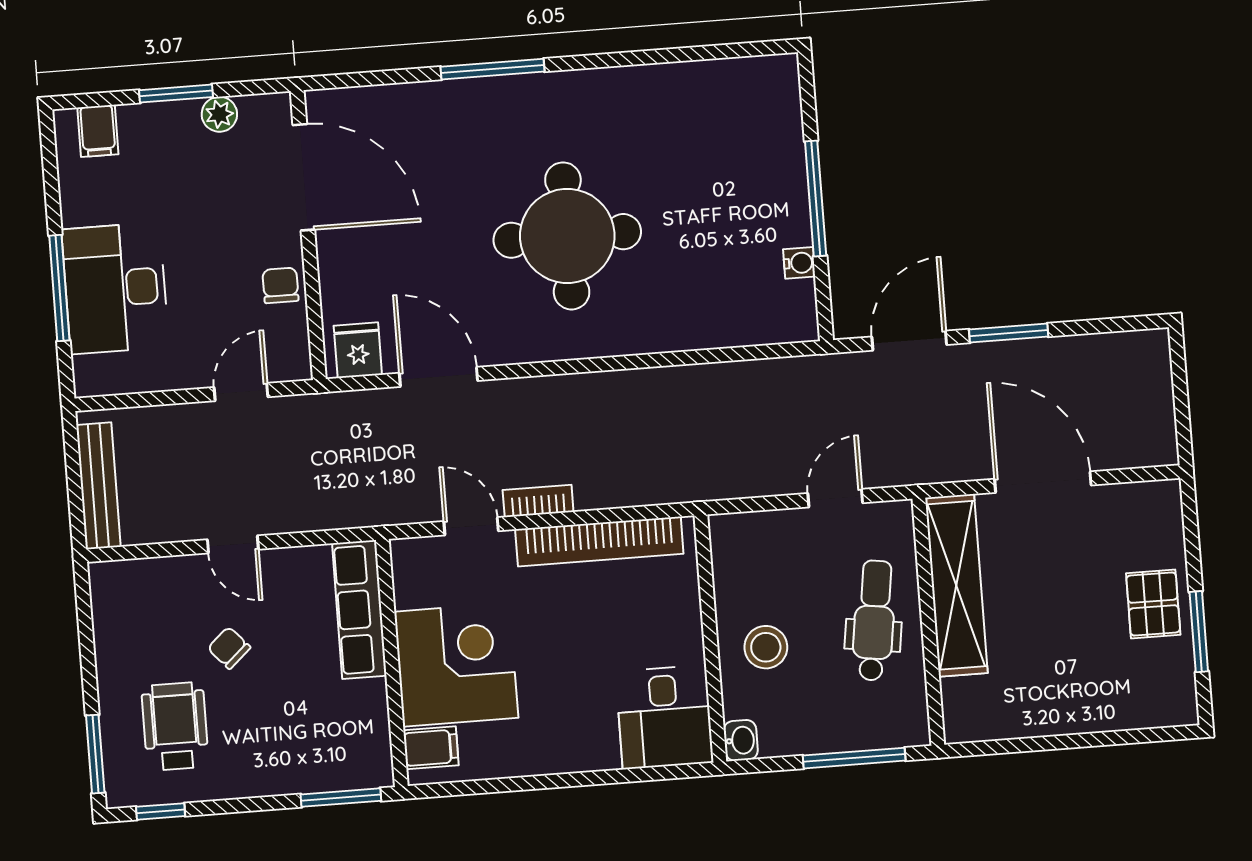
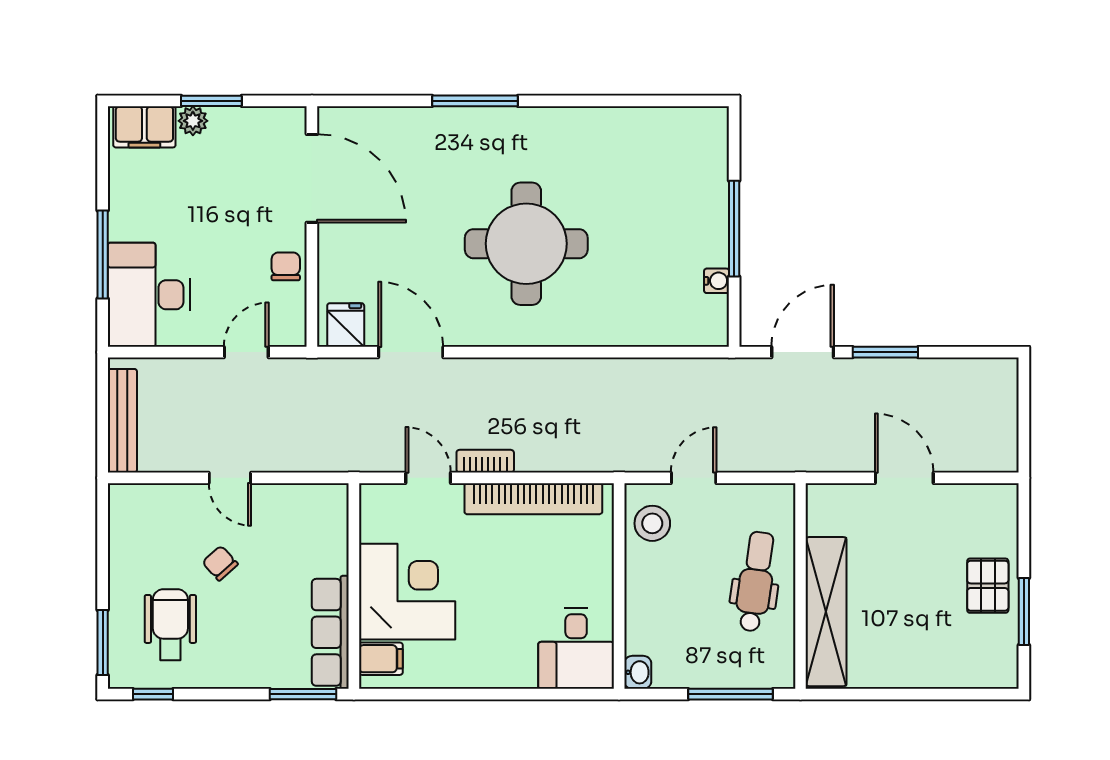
plant: (219, 114) -> (193, 121), moved
filing cabinet: (98, 131) -> (144, 127), width x2.00
desk: (115, 288) -> (149, 295), moved
door: (1043, 482) -> (904, 478), width x0.73
door: (835, 498) -> (694, 478), moved
shelving: (956, 585) -> (826, 612), moved
row of seats: (359, 609) -> (330, 632), moved
stool: (766, 647) -> (652, 523), moved

